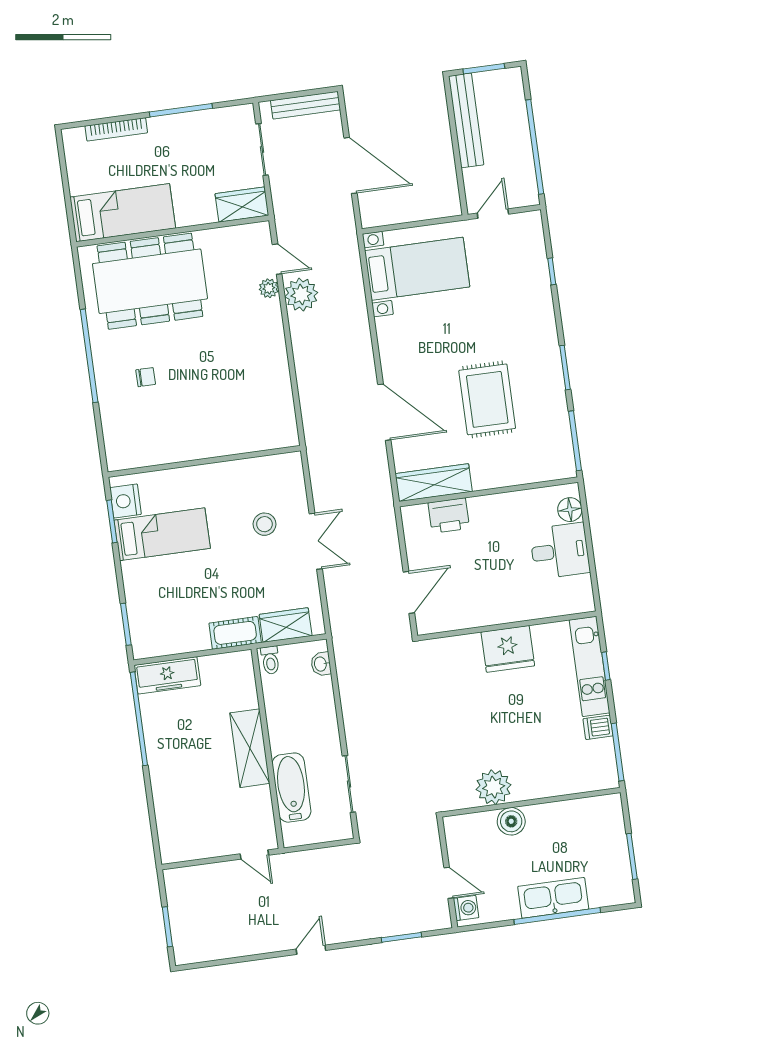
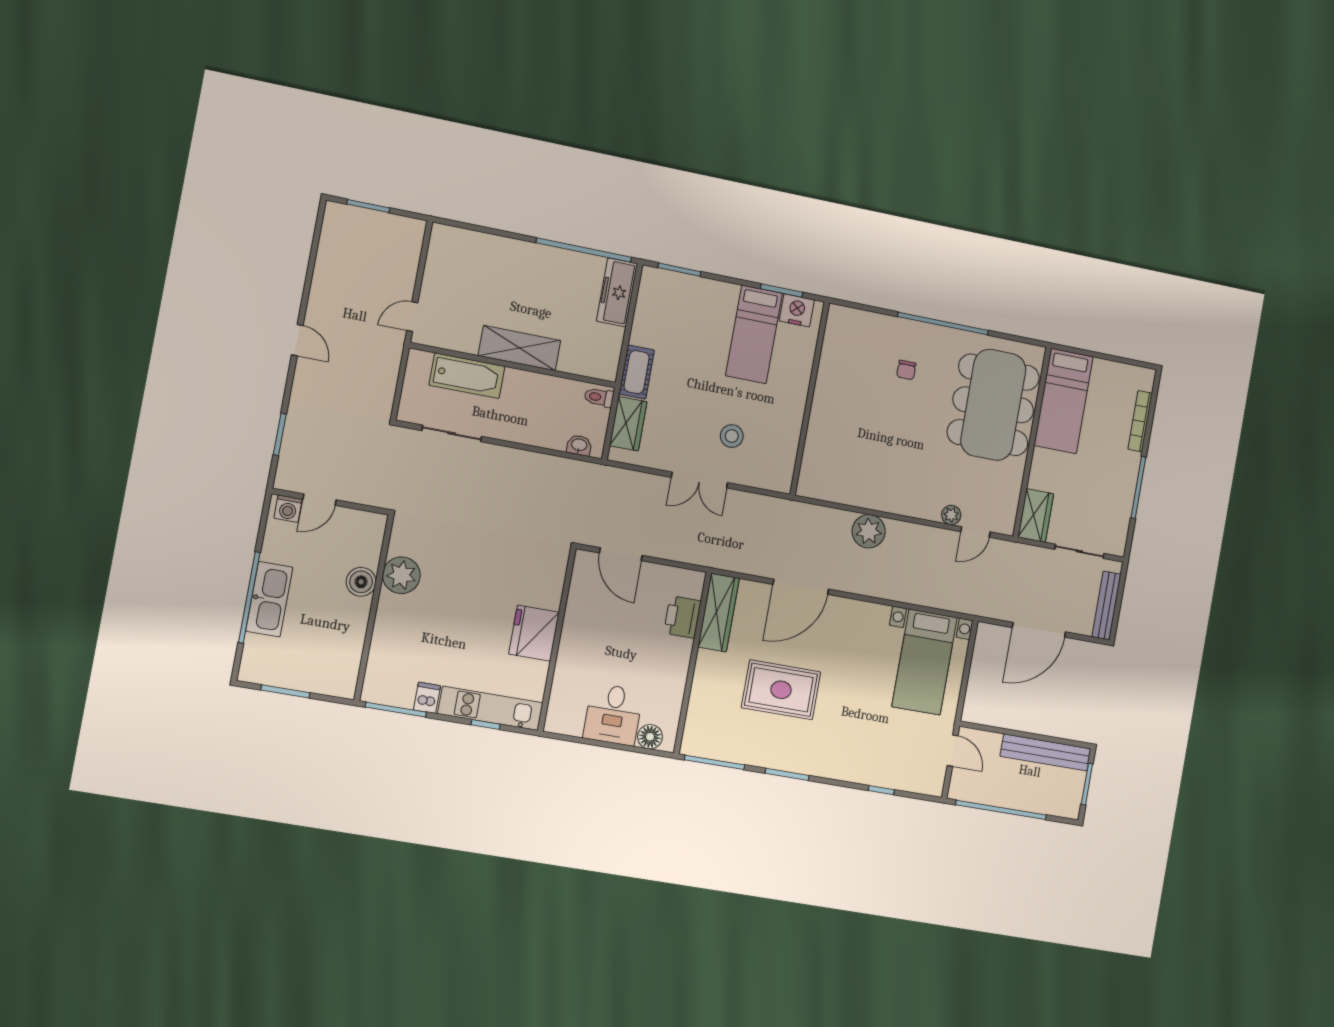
plant: (301, 295) -> (869, 531), moved

